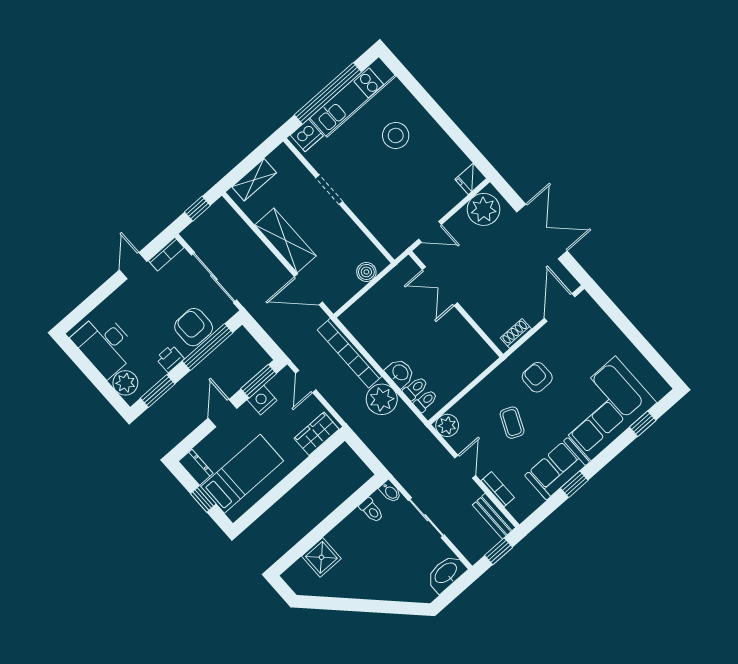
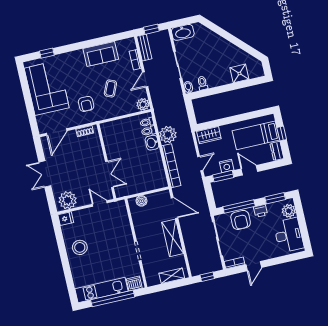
stool: (396, 135) -> (80, 247), moved
double door: (542, 231) -> (45, 174), width x0.73
corner sofa: (603, 408) -> (47, 88), moved, turned -90
door: (223, 413) -> (249, 170), swing flipped
window: (574, 484) -> (96, 42), removed

